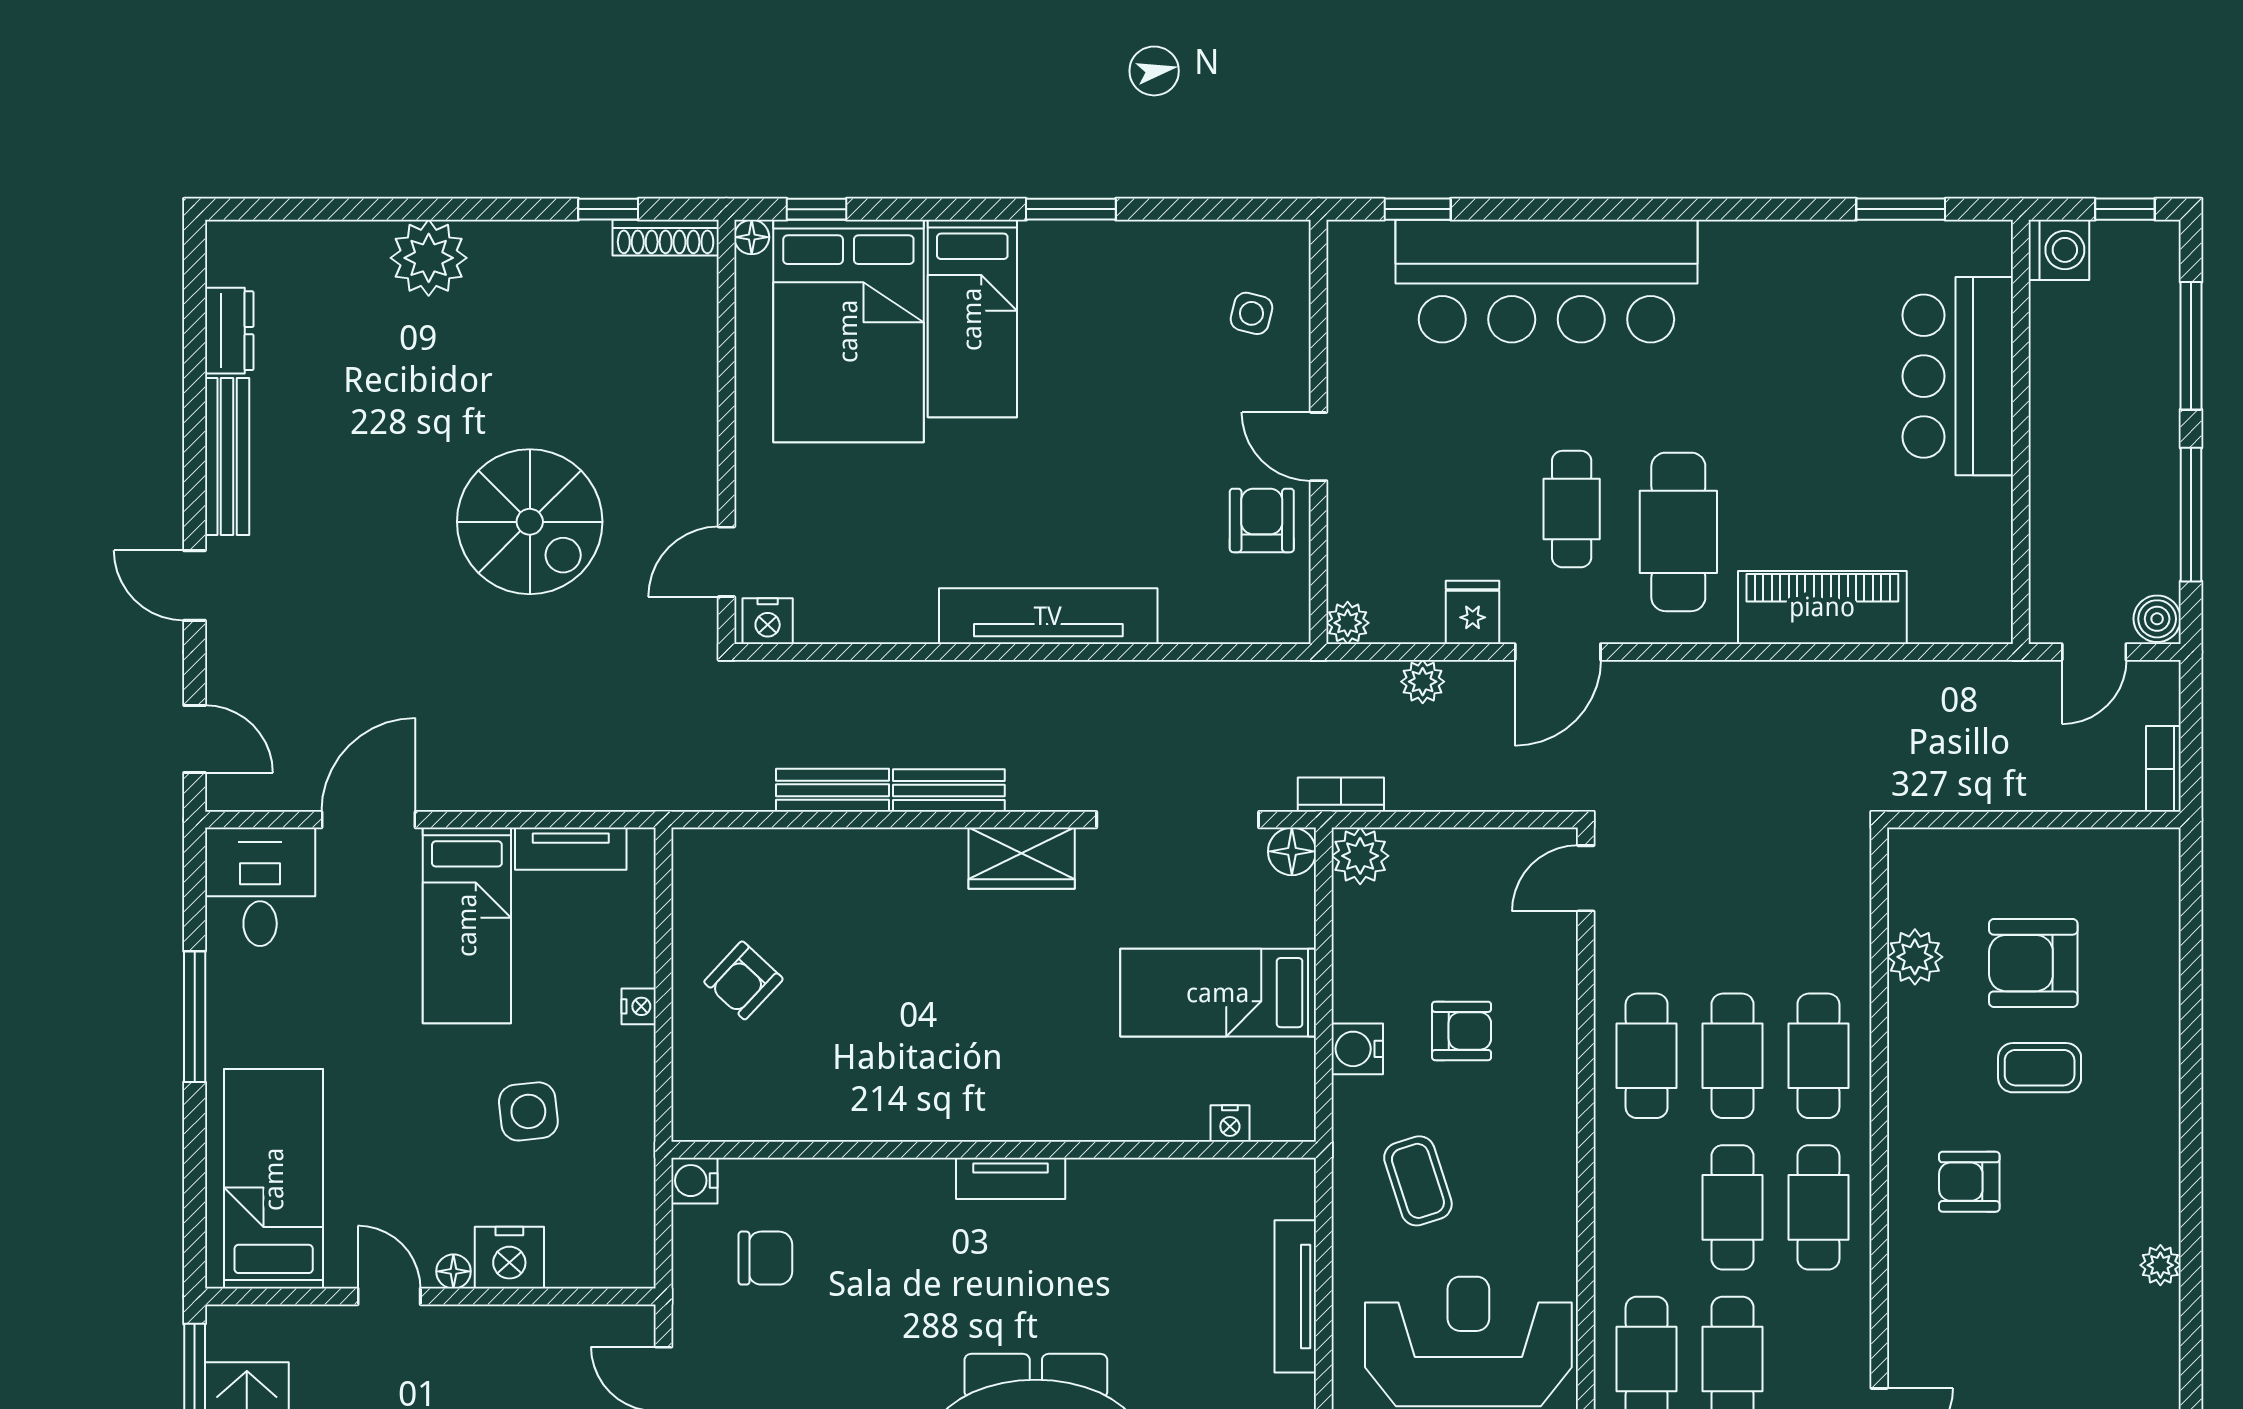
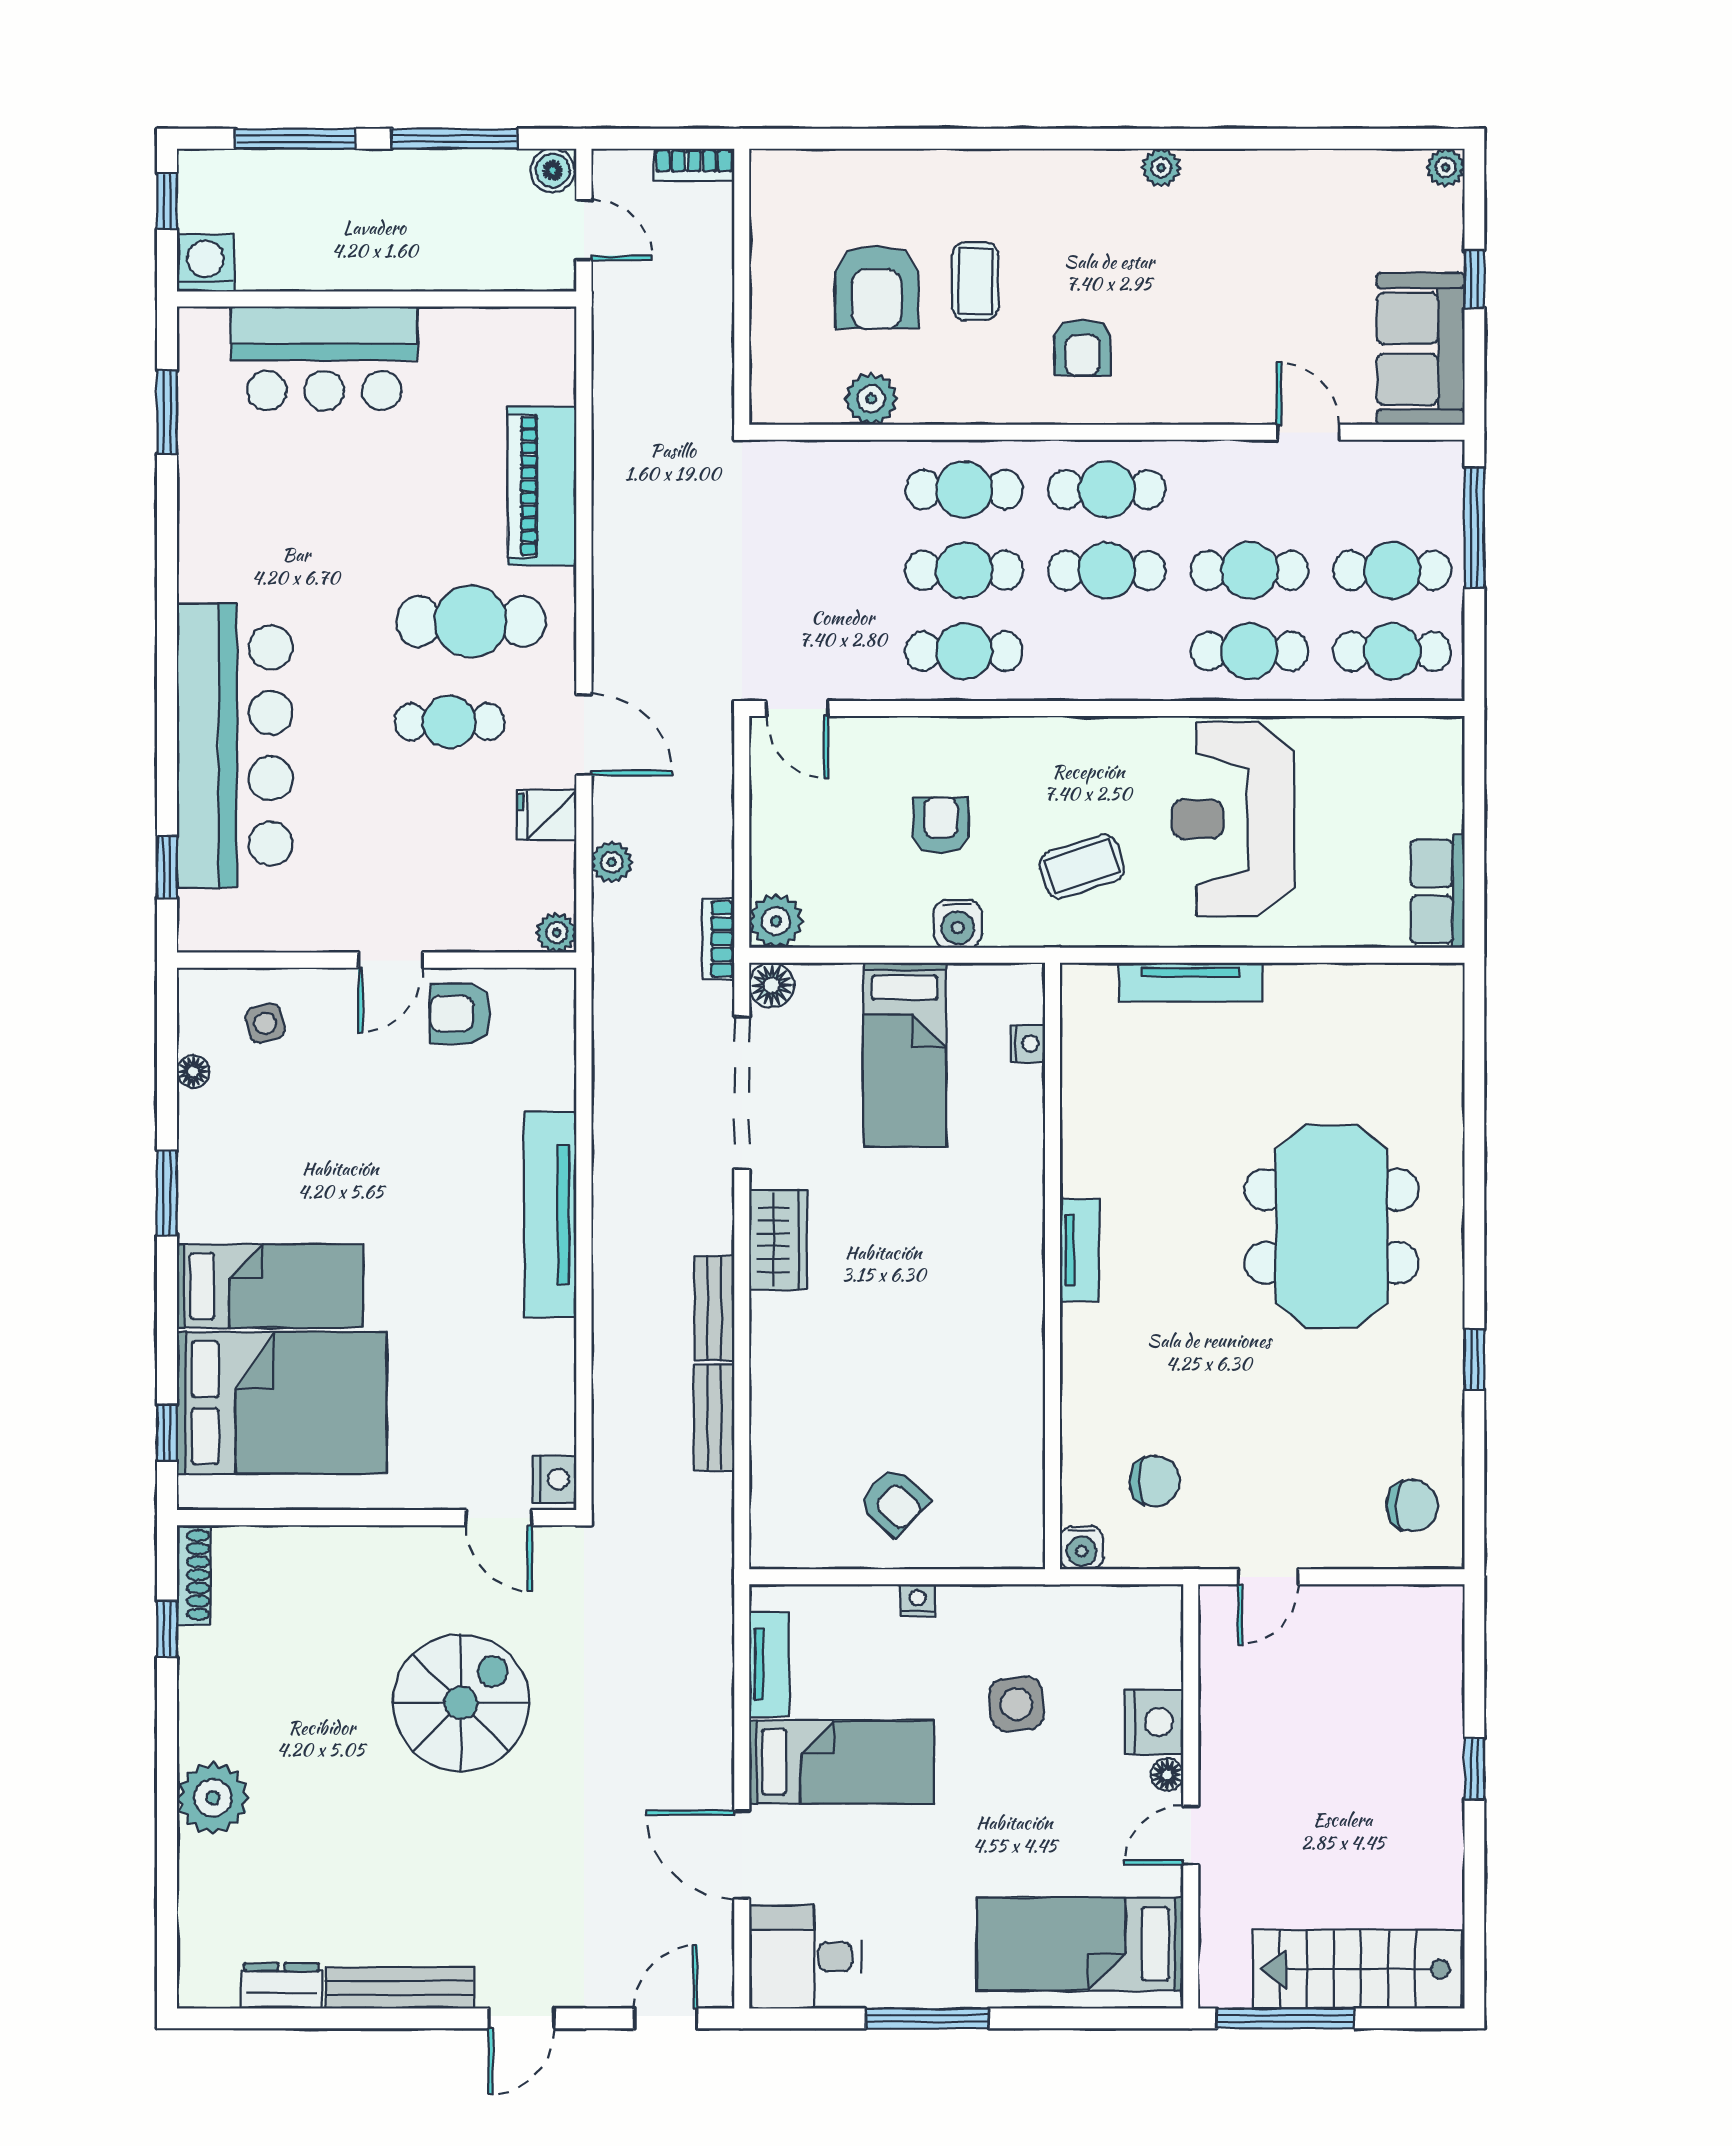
floor lamp: (752, 237) -> (193, 1072), moved
side table: (1251, 313) -> (265, 1023), turned -30
chair: (765, 1258) -> (1155, 1481), turned 90

